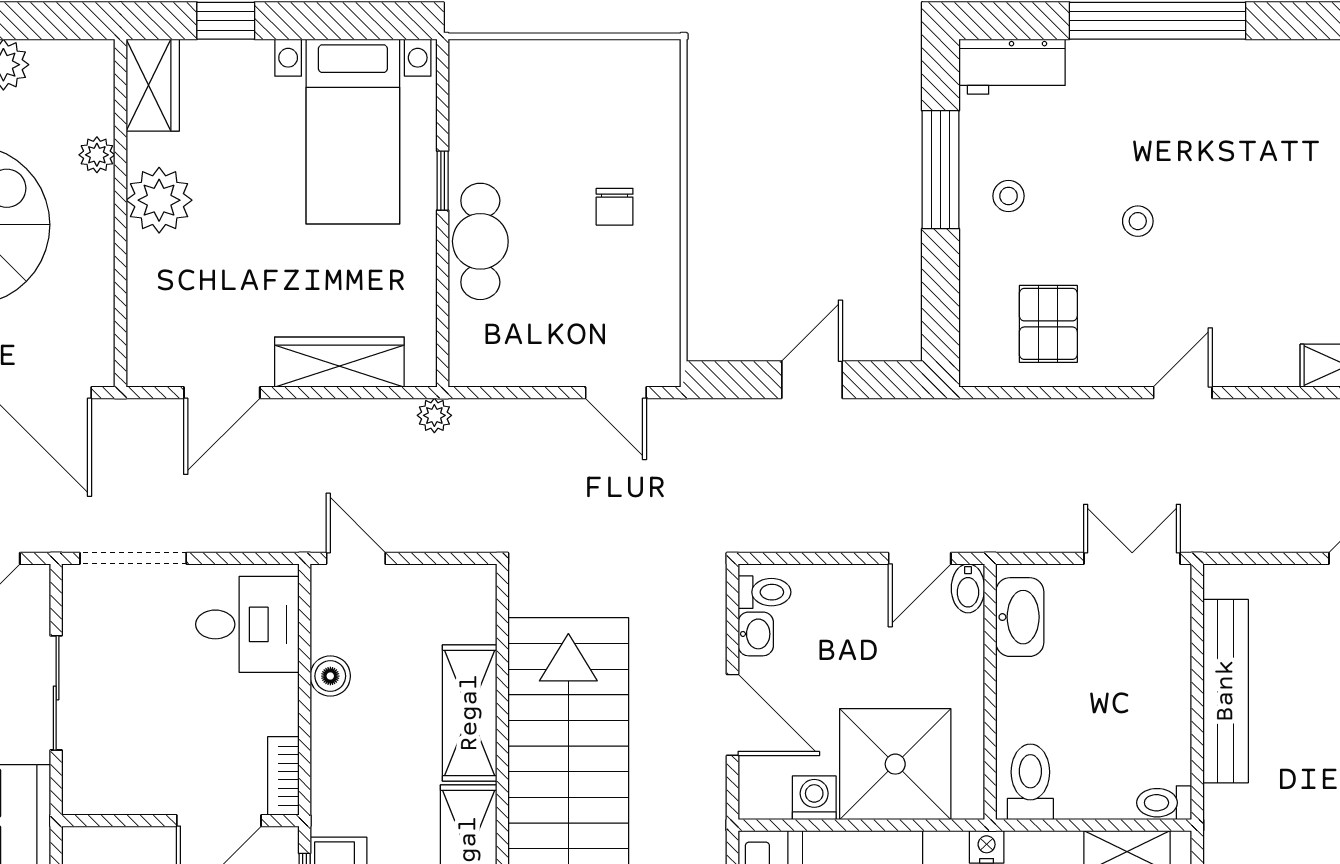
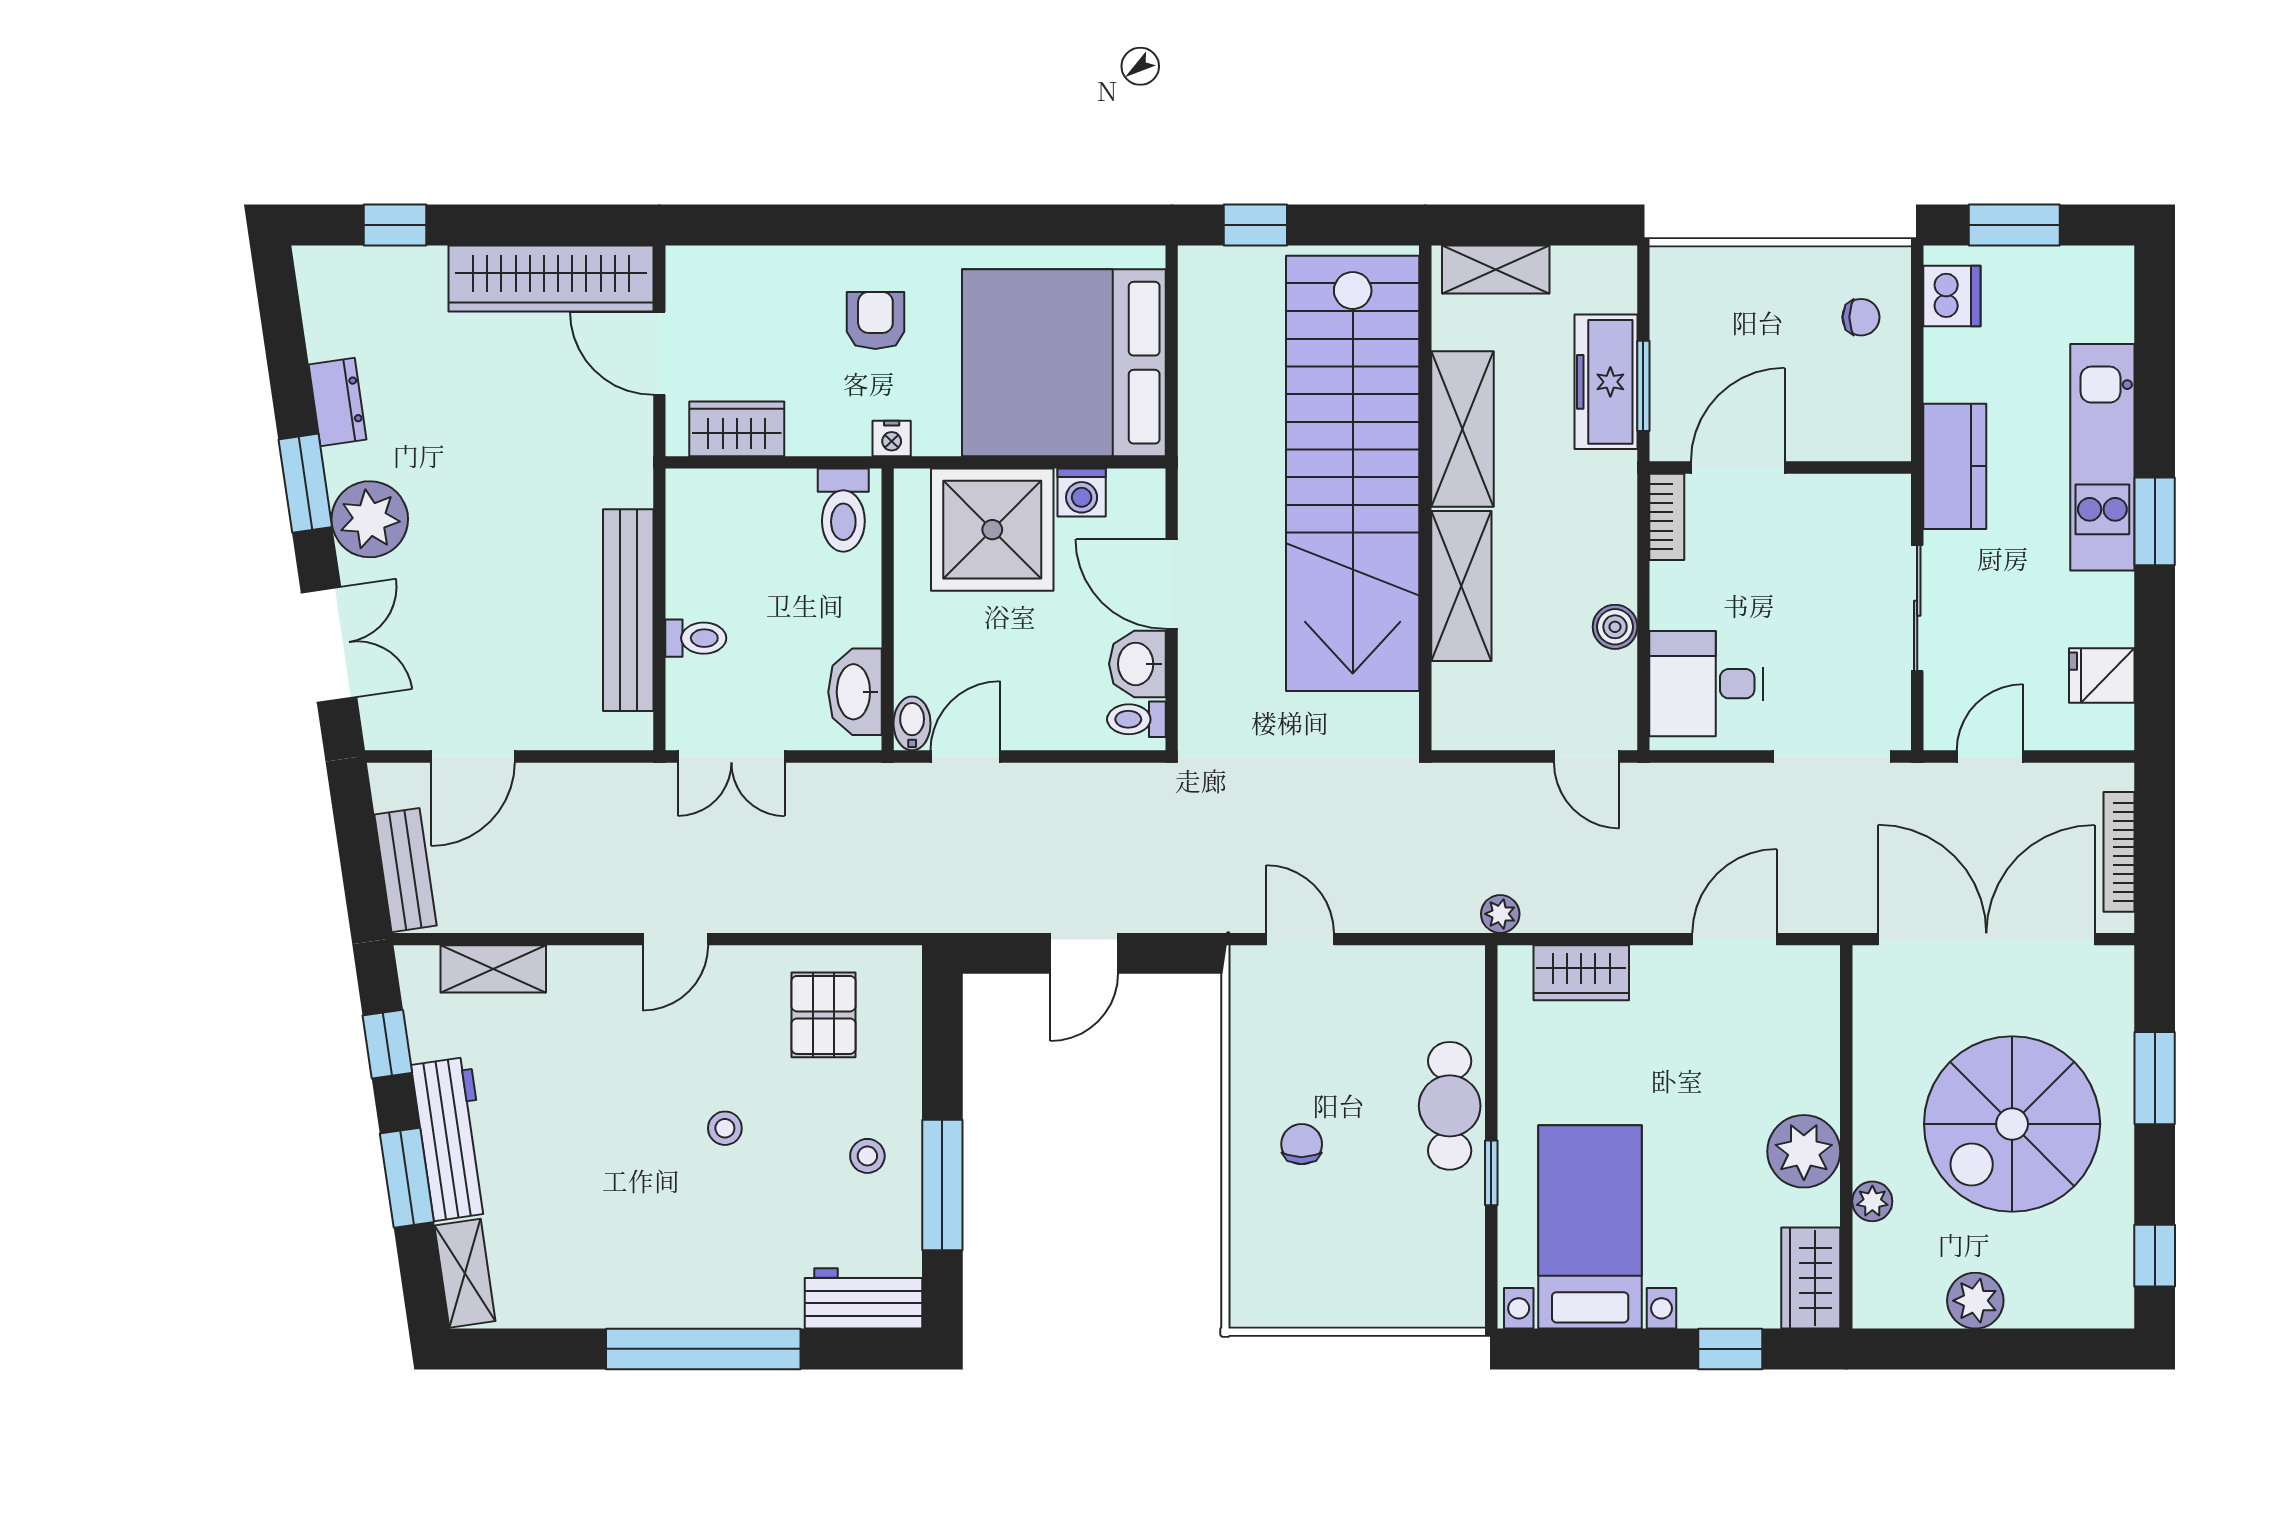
wardrobe: (339, 362) -> (1581, 973), width x0.67
washbasin: (756, 634) -> (1137, 664), width x1.38, depth x1.45
toilet: (1164, 803) -> (696, 638), moved

